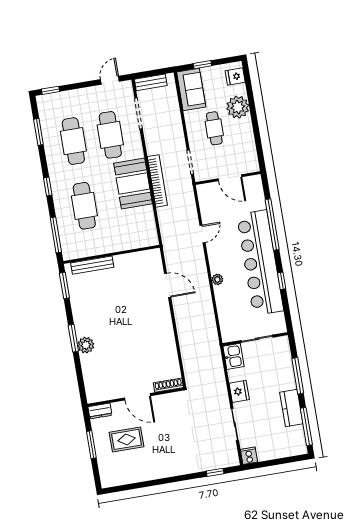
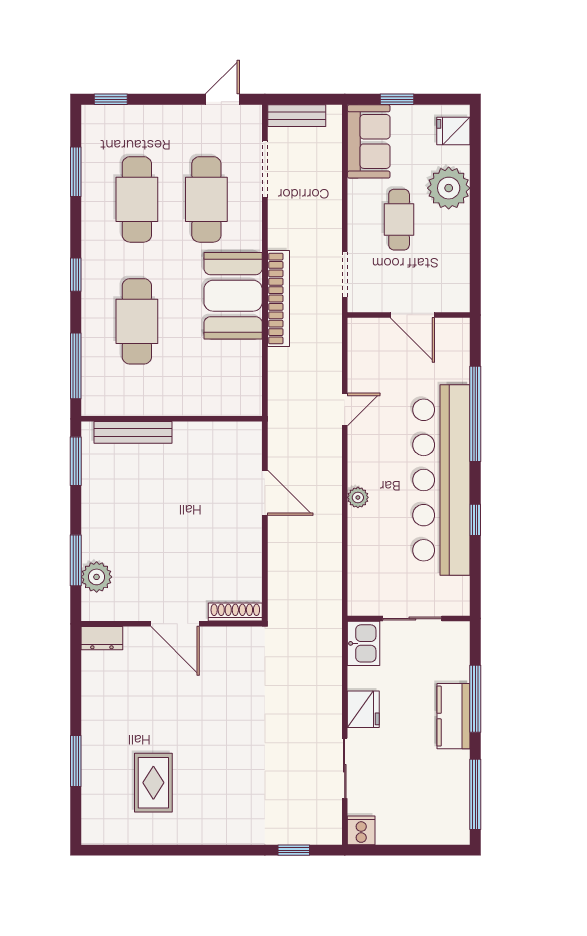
shoe rack: (168, 385) -> (235, 612), moved
wall: (136, 397) -> (172, 624), moved
door: (137, 397) -> (175, 624), moved
kitchen counter: (291, 408) -> (453, 716), moved
dresser: (100, 411) -> (102, 638), moved
rug: (126, 439) -> (153, 783), moved, turned 90

